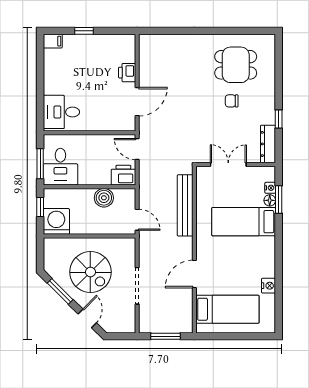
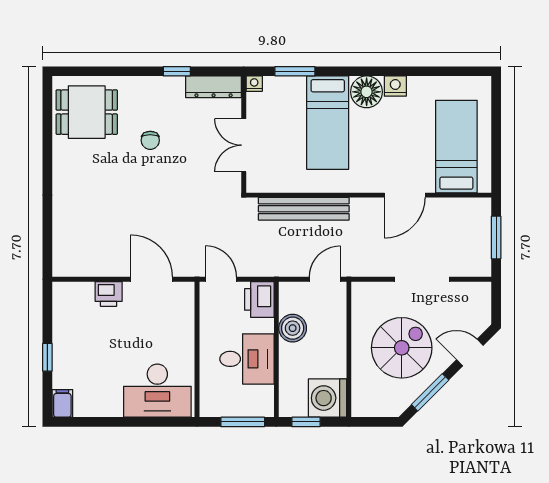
dining table: (236, 65) -> (87, 112), moved, turned 90
desk: (61, 112) -> (157, 391), width x1.37
door: (137, 149) -> (221, 279), swing flipped
desk: (60, 167) -> (247, 359), moved
nightstand: (270, 188) -> (254, 84), moved
floor lamp: (270, 200) -> (367, 92), moved, width x1.89, depth x1.89
door: (194, 274) -> (405, 195), hinge flipped
nightstand: (269, 286) -> (395, 86), moved

